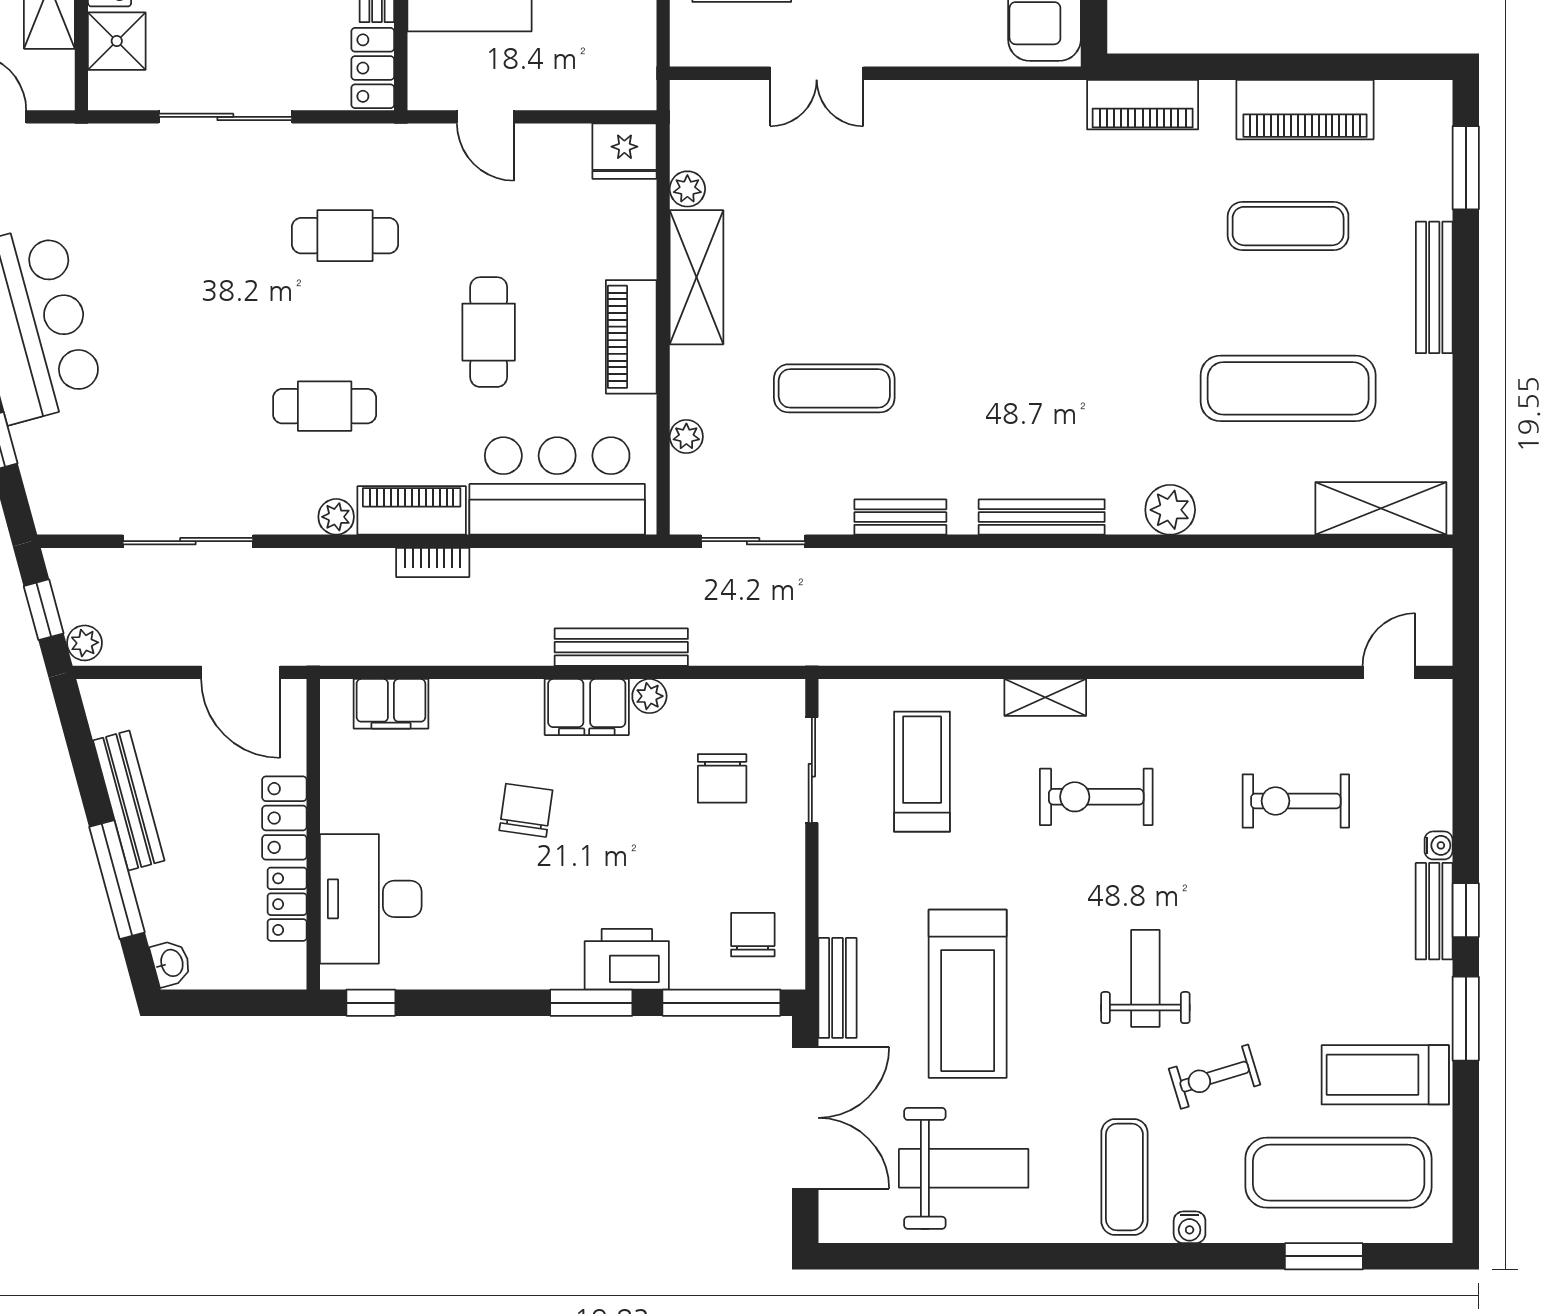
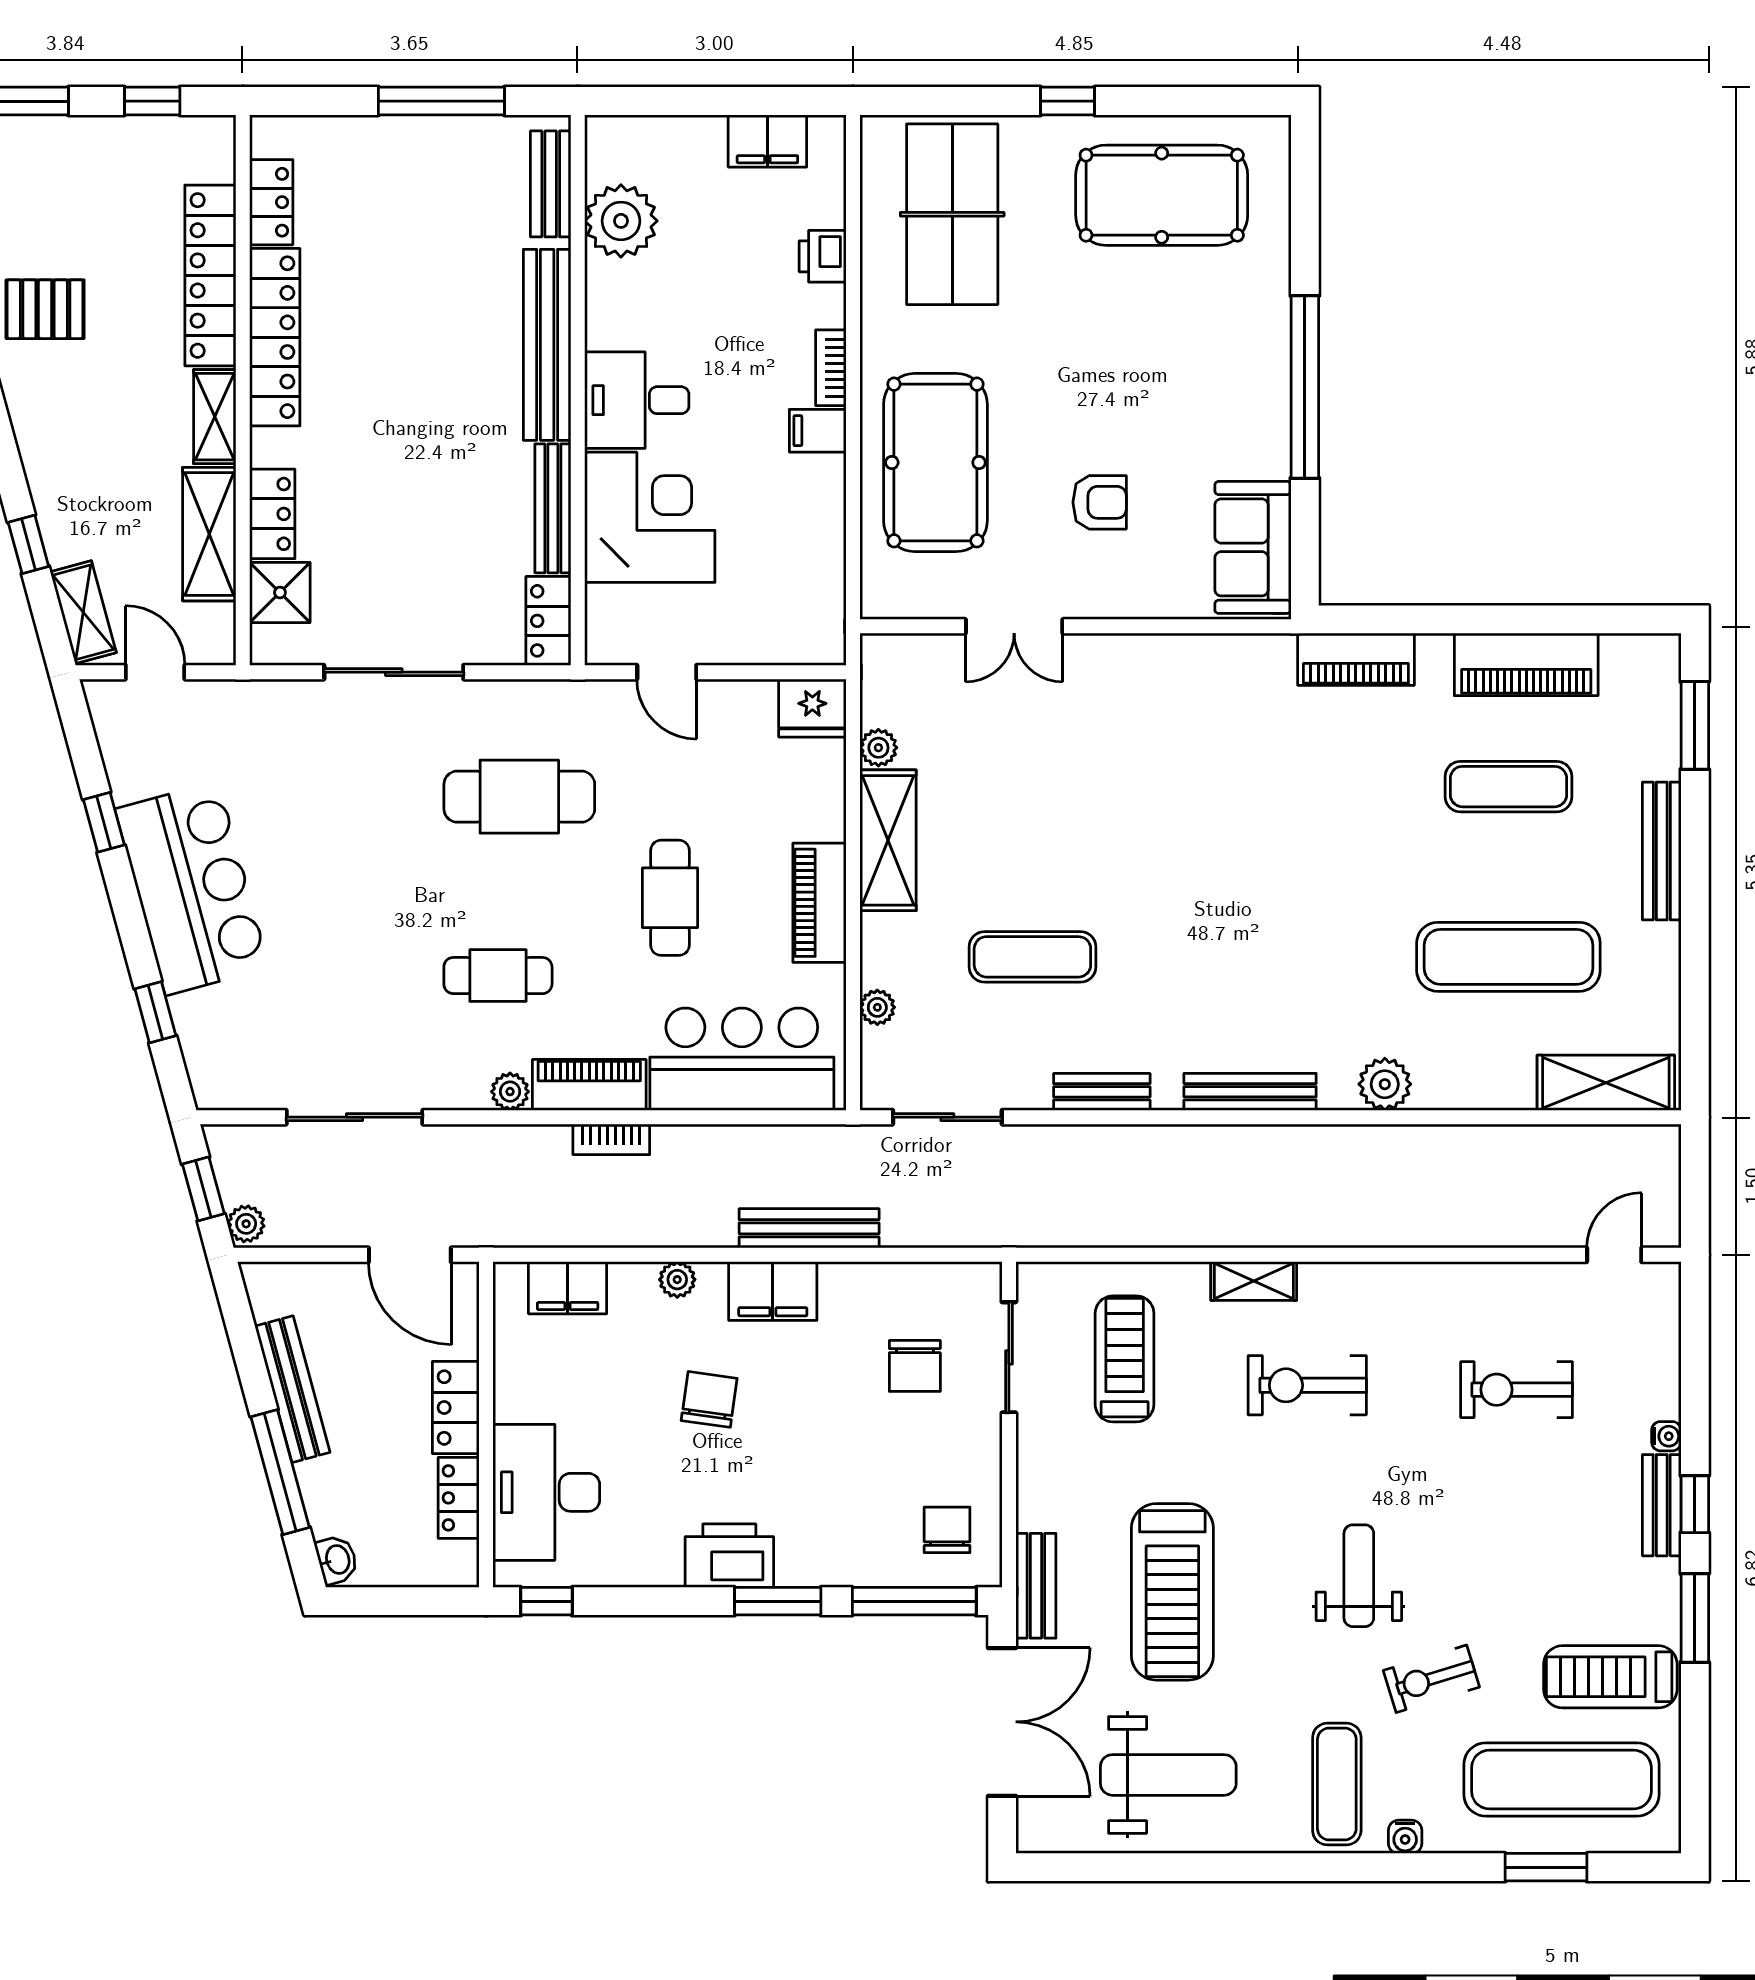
cafe table: (345, 236) -> (519, 797), width x1.37, depth x1.35
plant: (649, 696) -> (677, 1280), moved
printer: (627, 959) -> (729, 1556), moved

